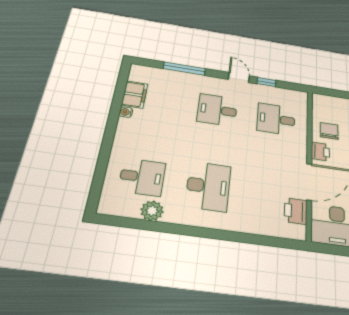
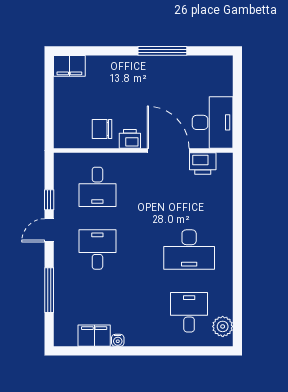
desk: (217, 110) -> (97, 250), turned 180
desk: (208, 186) -> (189, 250), turned 180
plant: (152, 211) -> (223, 326), moved

